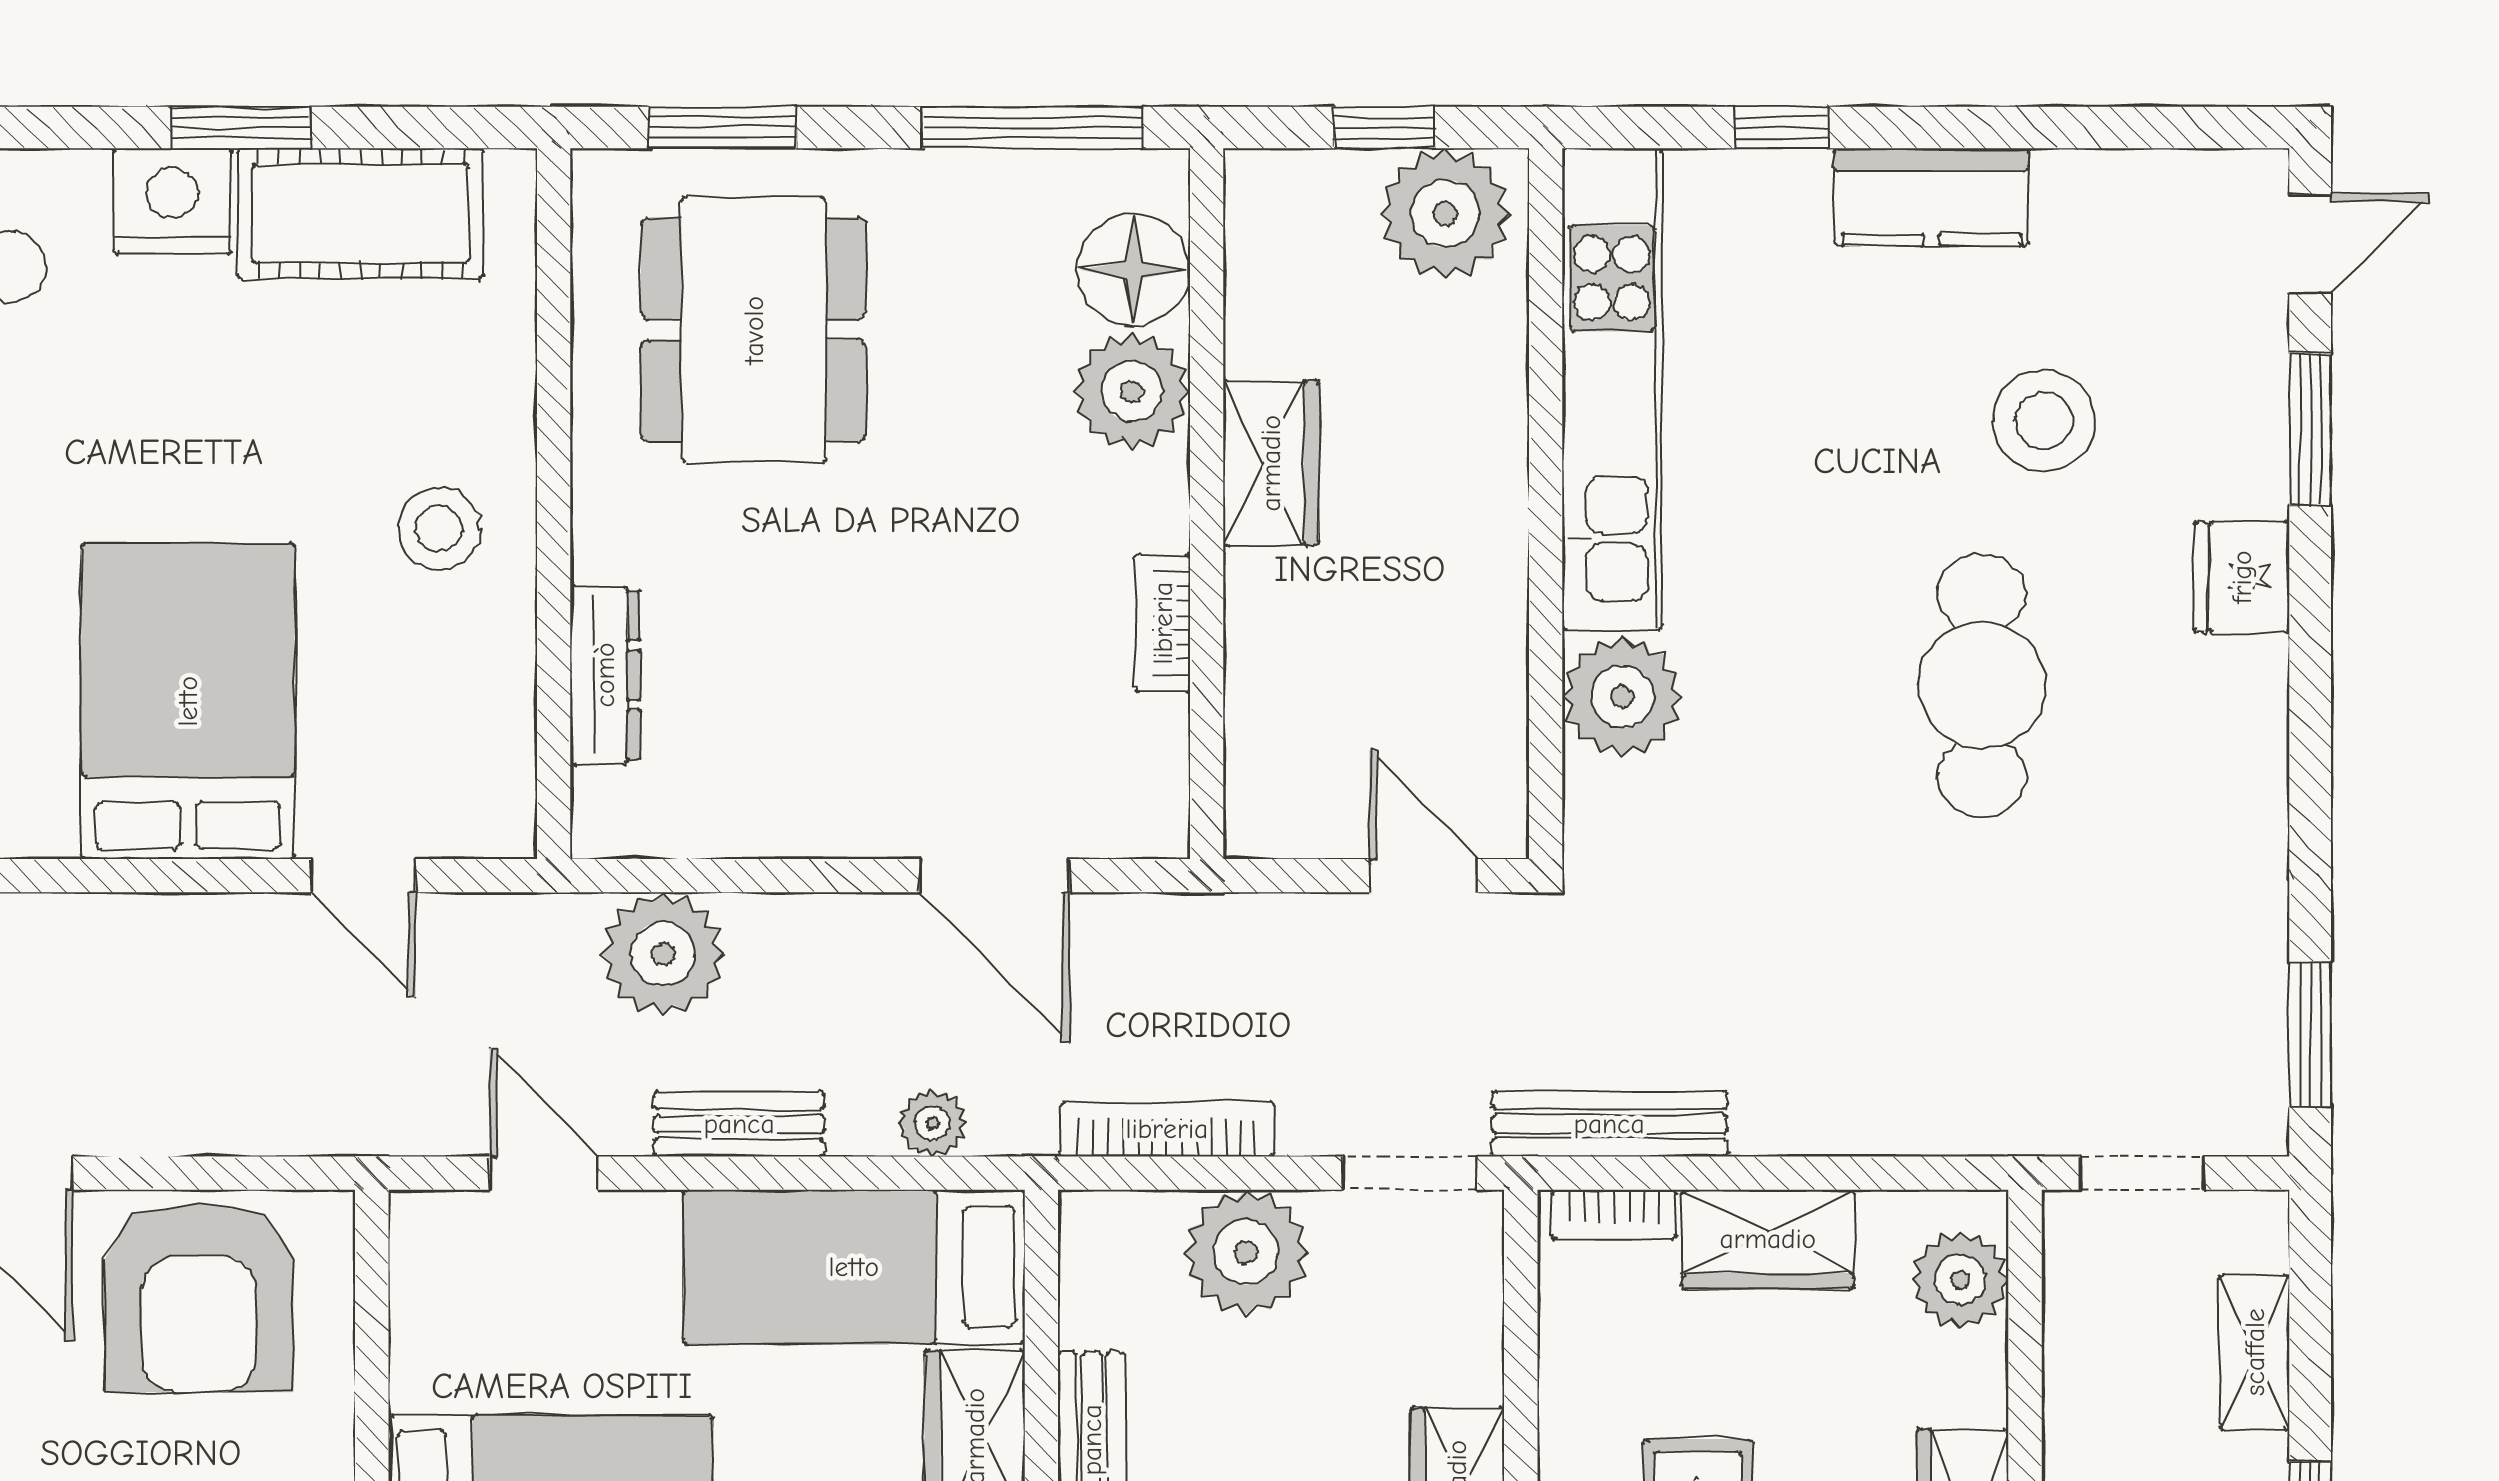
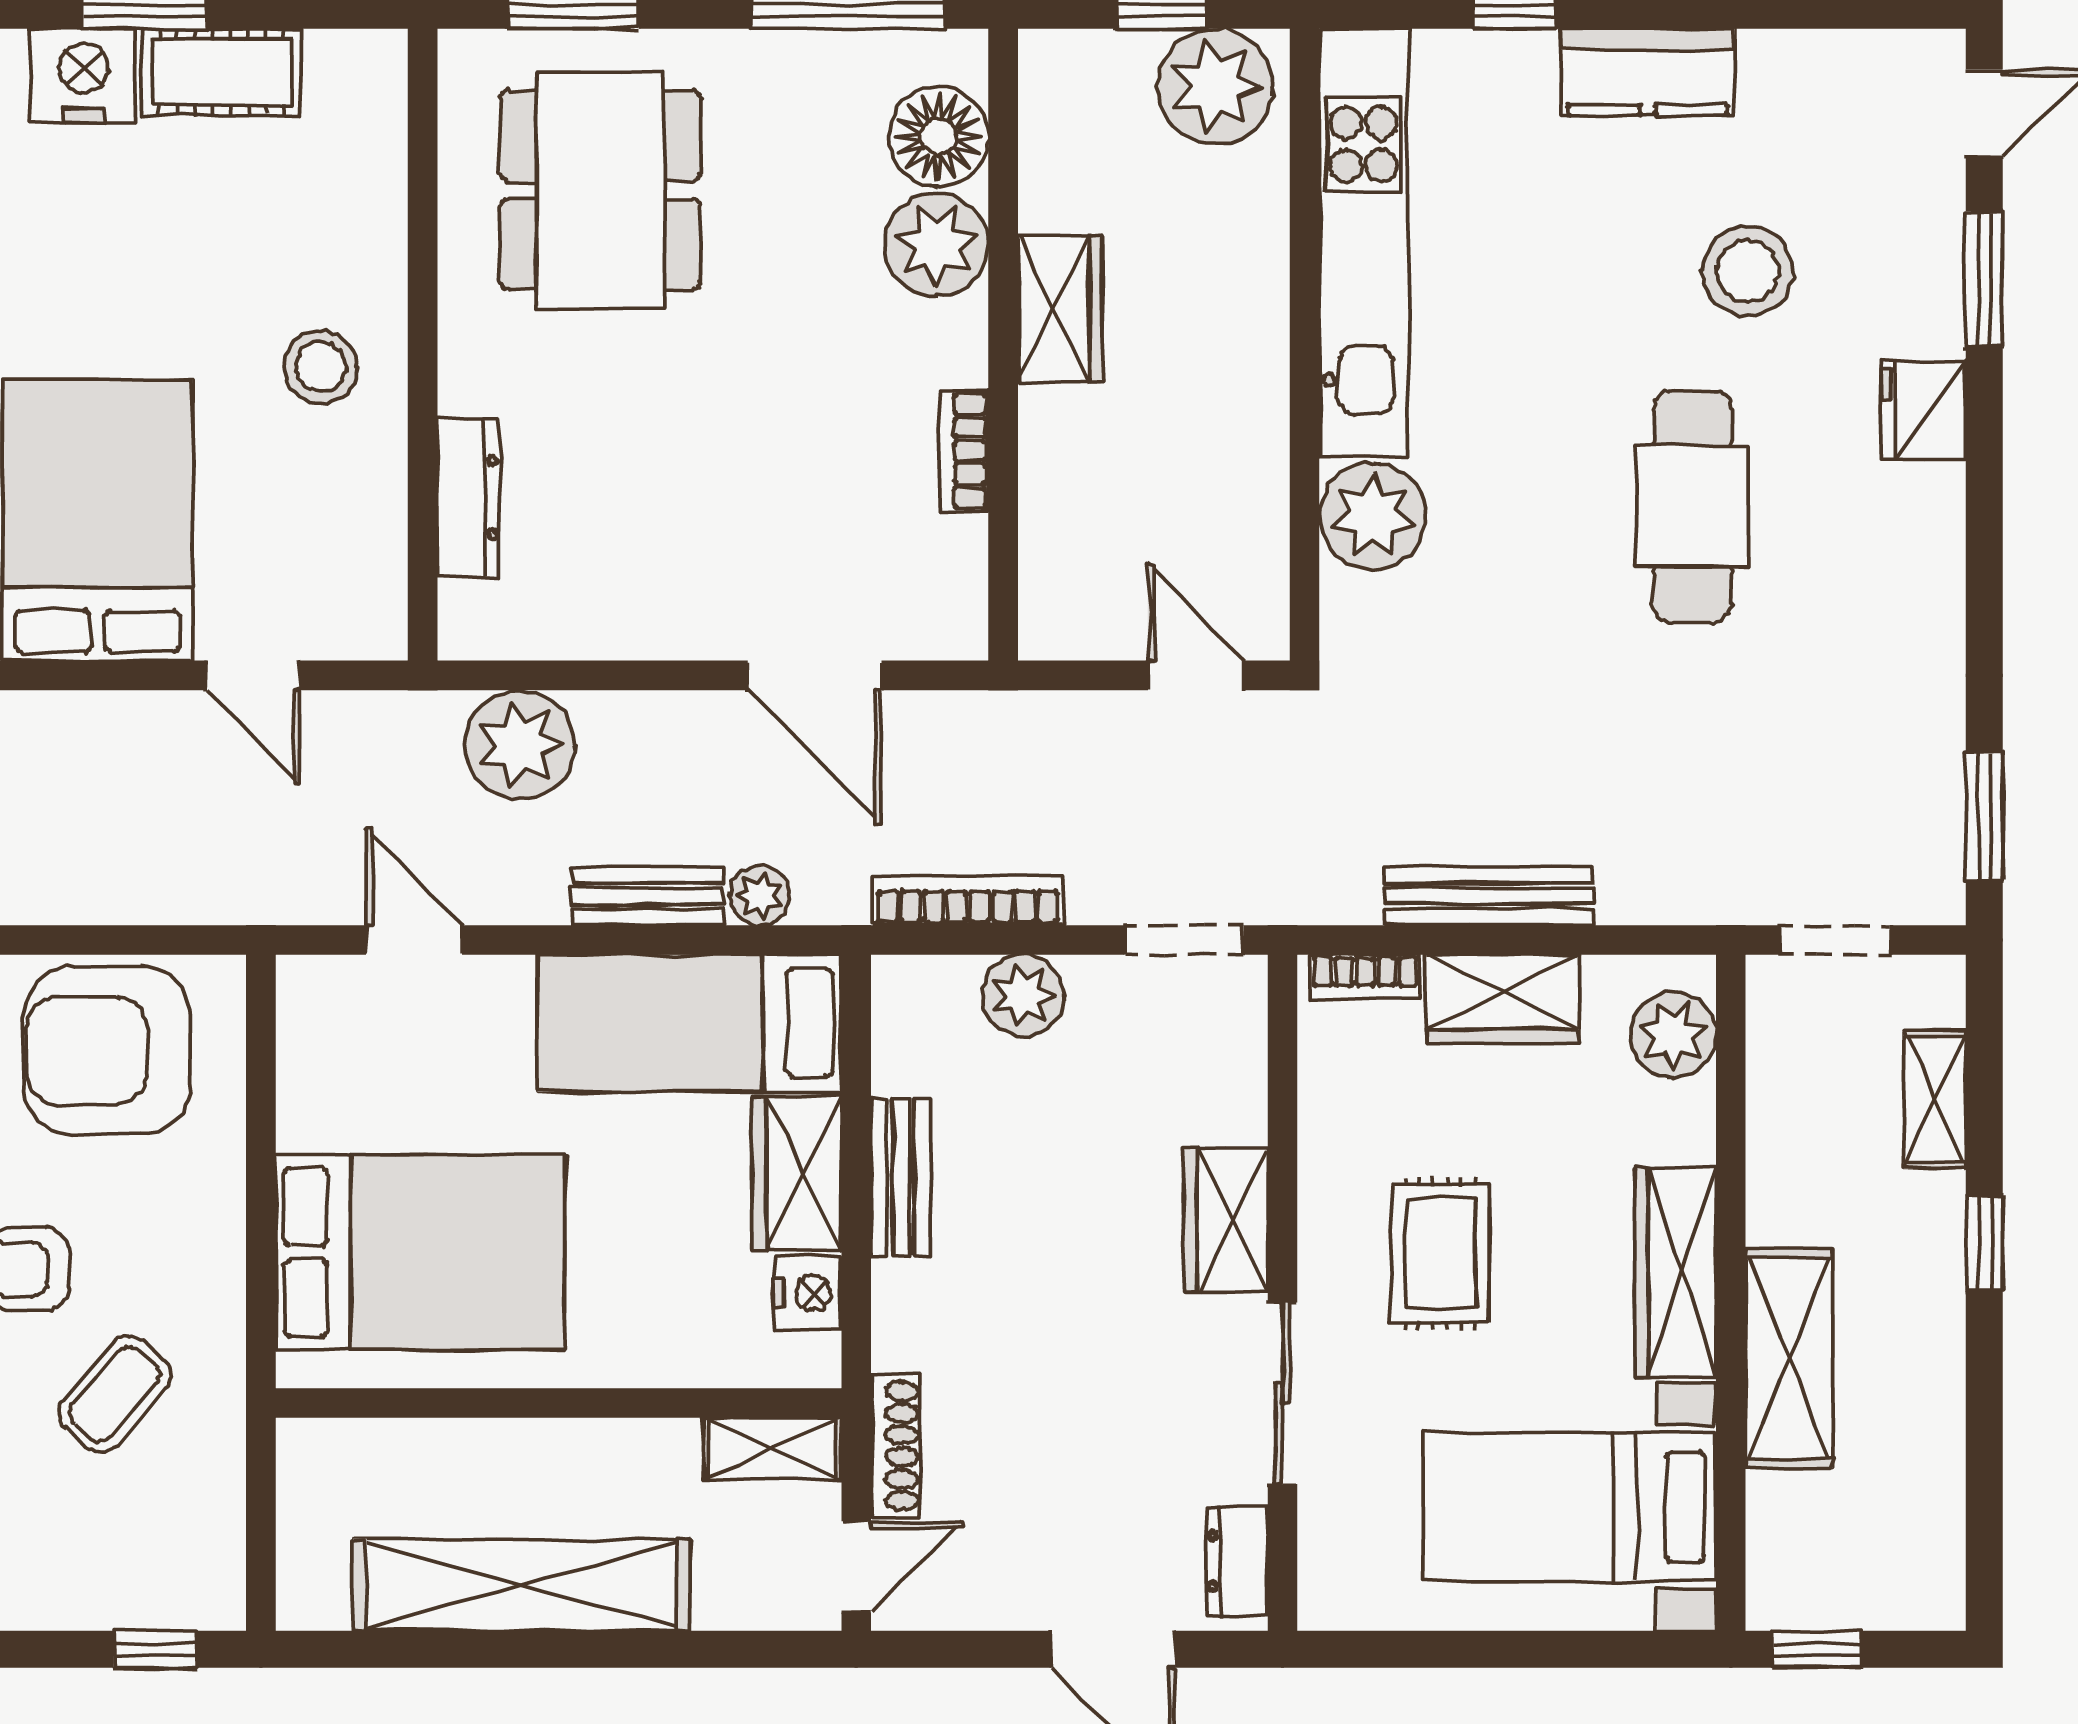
cot: (361, 213) -> (222, 72), width x0.73, depth x0.75
bench: (739, 1124) -> (648, 896), moved
bench: (1609, 1124) -> (1488, 896), moved
plant: (1246, 1252) -> (1023, 995), width x0.73, depth x0.73
armchair: (199, 1298) -> (107, 1051), turned 90

